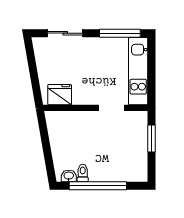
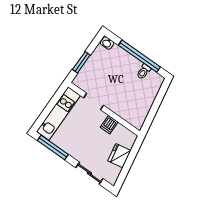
fridge: (60, 95) -> (119, 156), moved, turned 80
dishwasher: (80, 96) -> (109, 125), added
washbasin: (69, 176) -> (107, 43), moved

